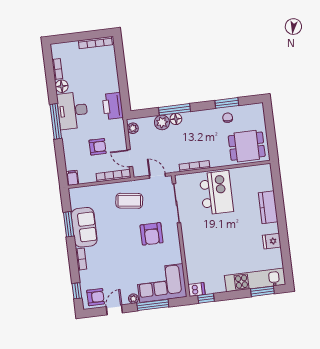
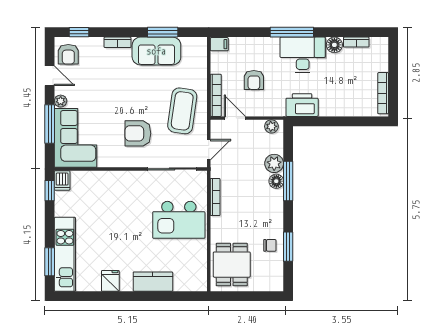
door: (130, 158) -> (235, 118), hinge flipped
coffee table: (129, 201) -> (182, 111), width x1.36, depth x1.32

